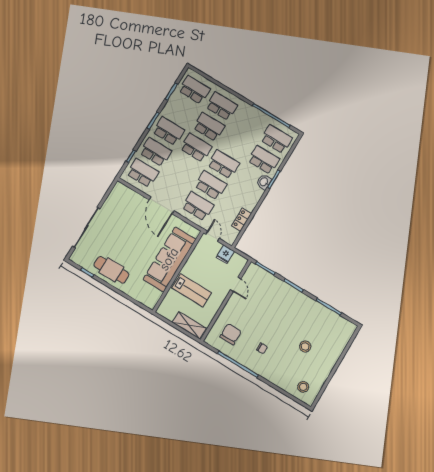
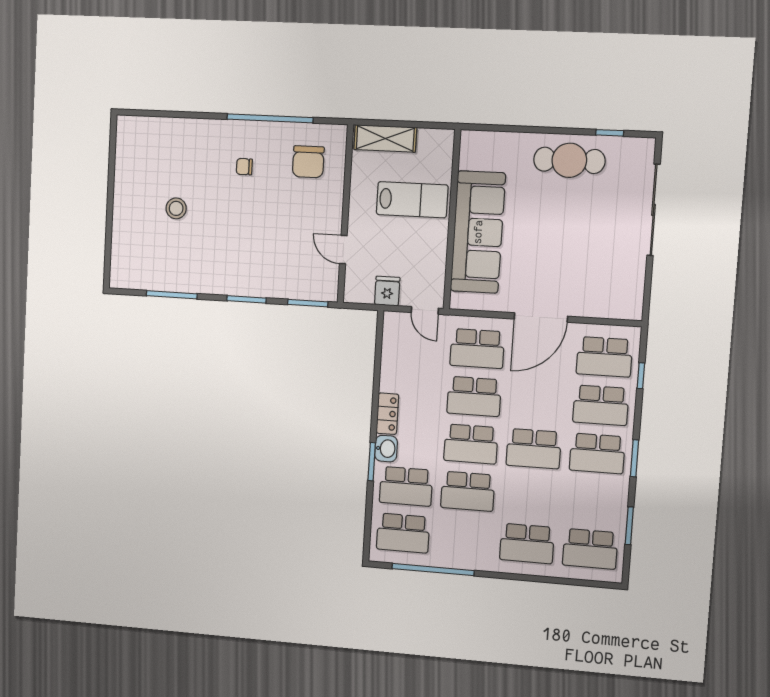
school desk: (209, 127) -> (468, 491), moved
door: (162, 205) -> (541, 318), swing flipped
locker: (242, 220) -> (387, 414), moved
lab bench: (192, 290) -> (412, 200), turned 180
stool: (303, 387) -> (145, 140), removed

